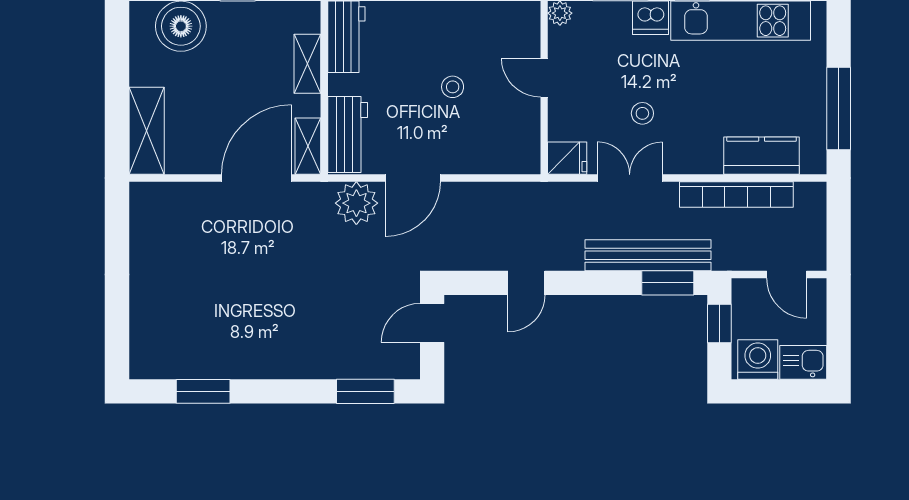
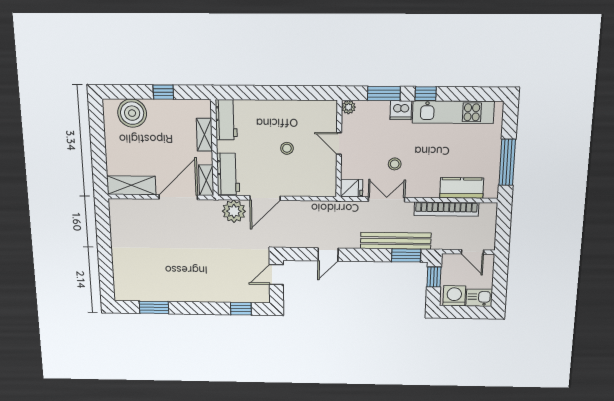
shelving: (147, 131) -> (131, 185), moved, turned 90
window: (365, 391) -> (241, 309), width x0.67

